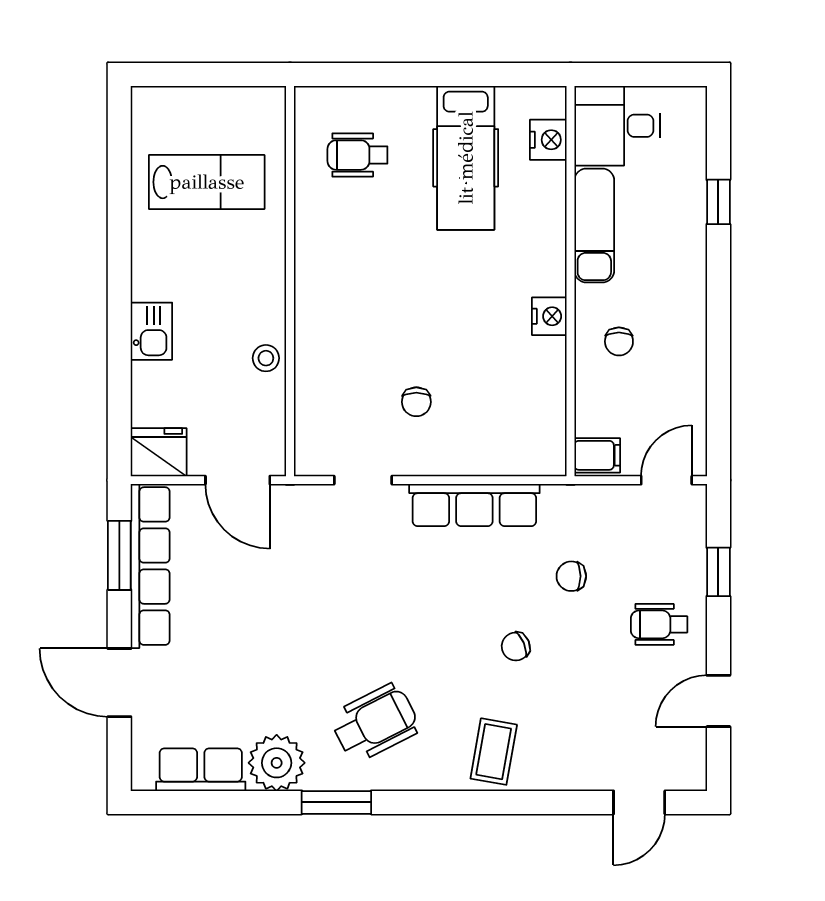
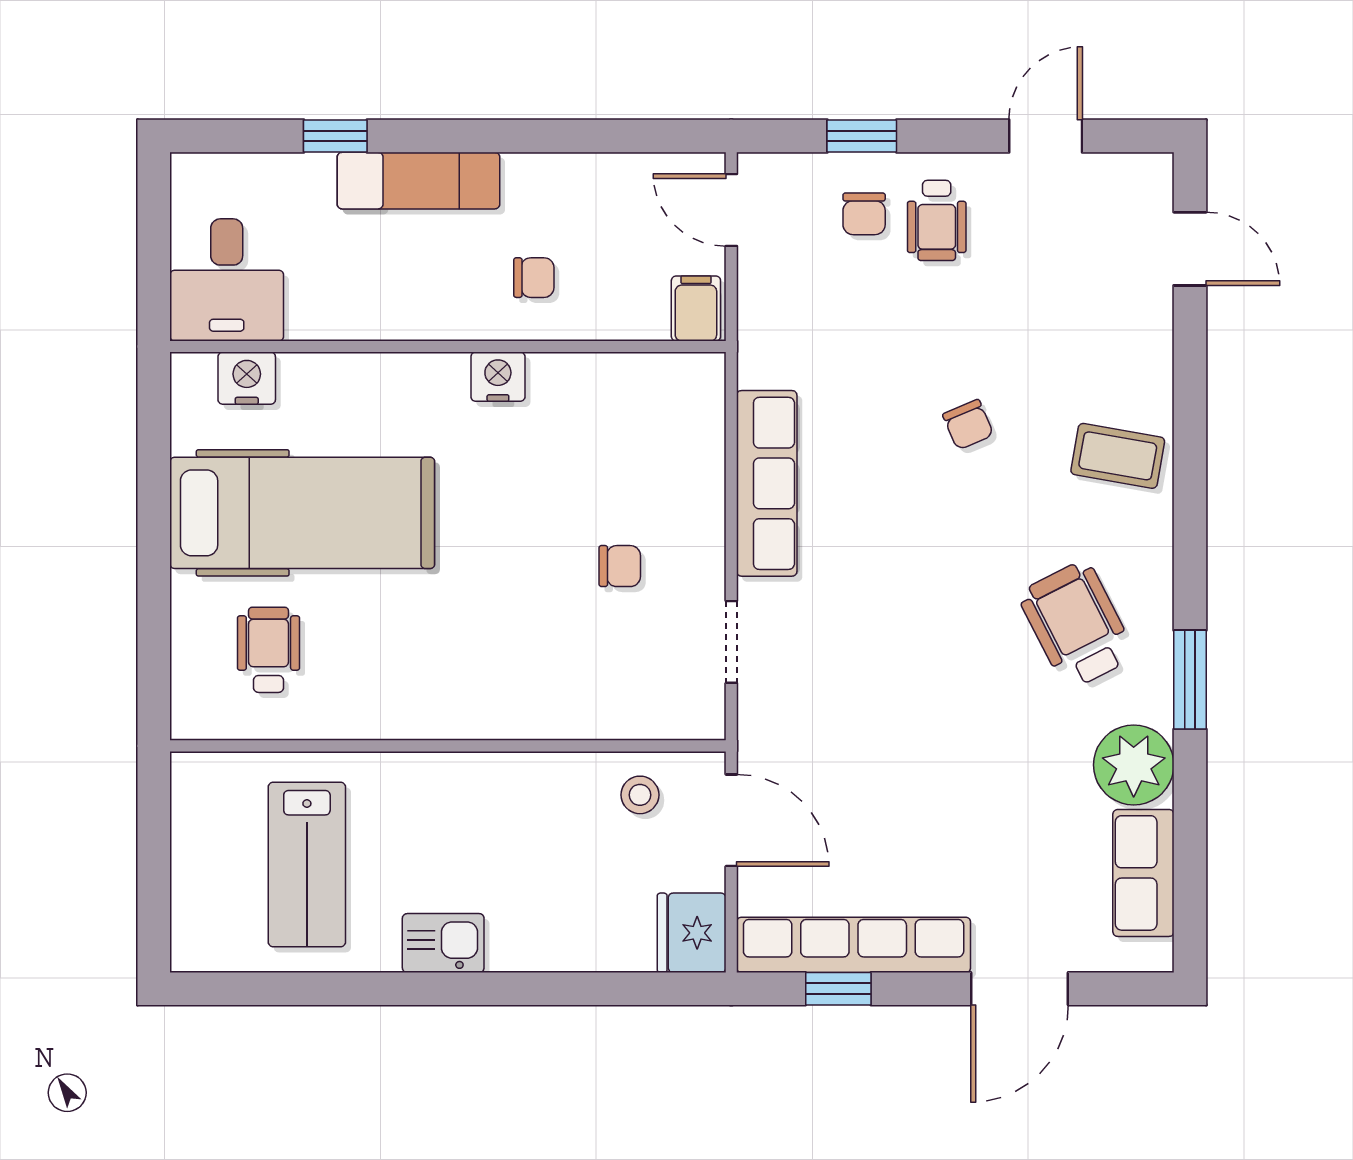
wheelchair: (357, 155) -> (268, 650), turned 180
hospital bed: (466, 158) -> (302, 513), width x1.37, depth x1.29
lab bench: (207, 182) -> (307, 864), turned 180
exam couch: (594, 226) -> (418, 181), moved, turned 180
kitchen sink: (151, 331) -> (443, 943), moved
stool: (266, 358) -> (640, 795), moved
door: (238, 480) -> (731, 820), hinge flipped
window: (119, 555) -> (838, 989), width x0.67
chair: (571, 576) -> (864, 214), moved
door: (718, 701) -> (1046, 136), swing flipped

